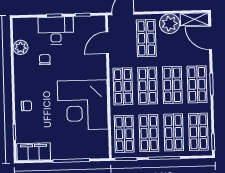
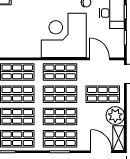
door: (210, 38) -> (101, 152), hinge flipped
corner desk: (83, 105) -> (64, 35), moved

